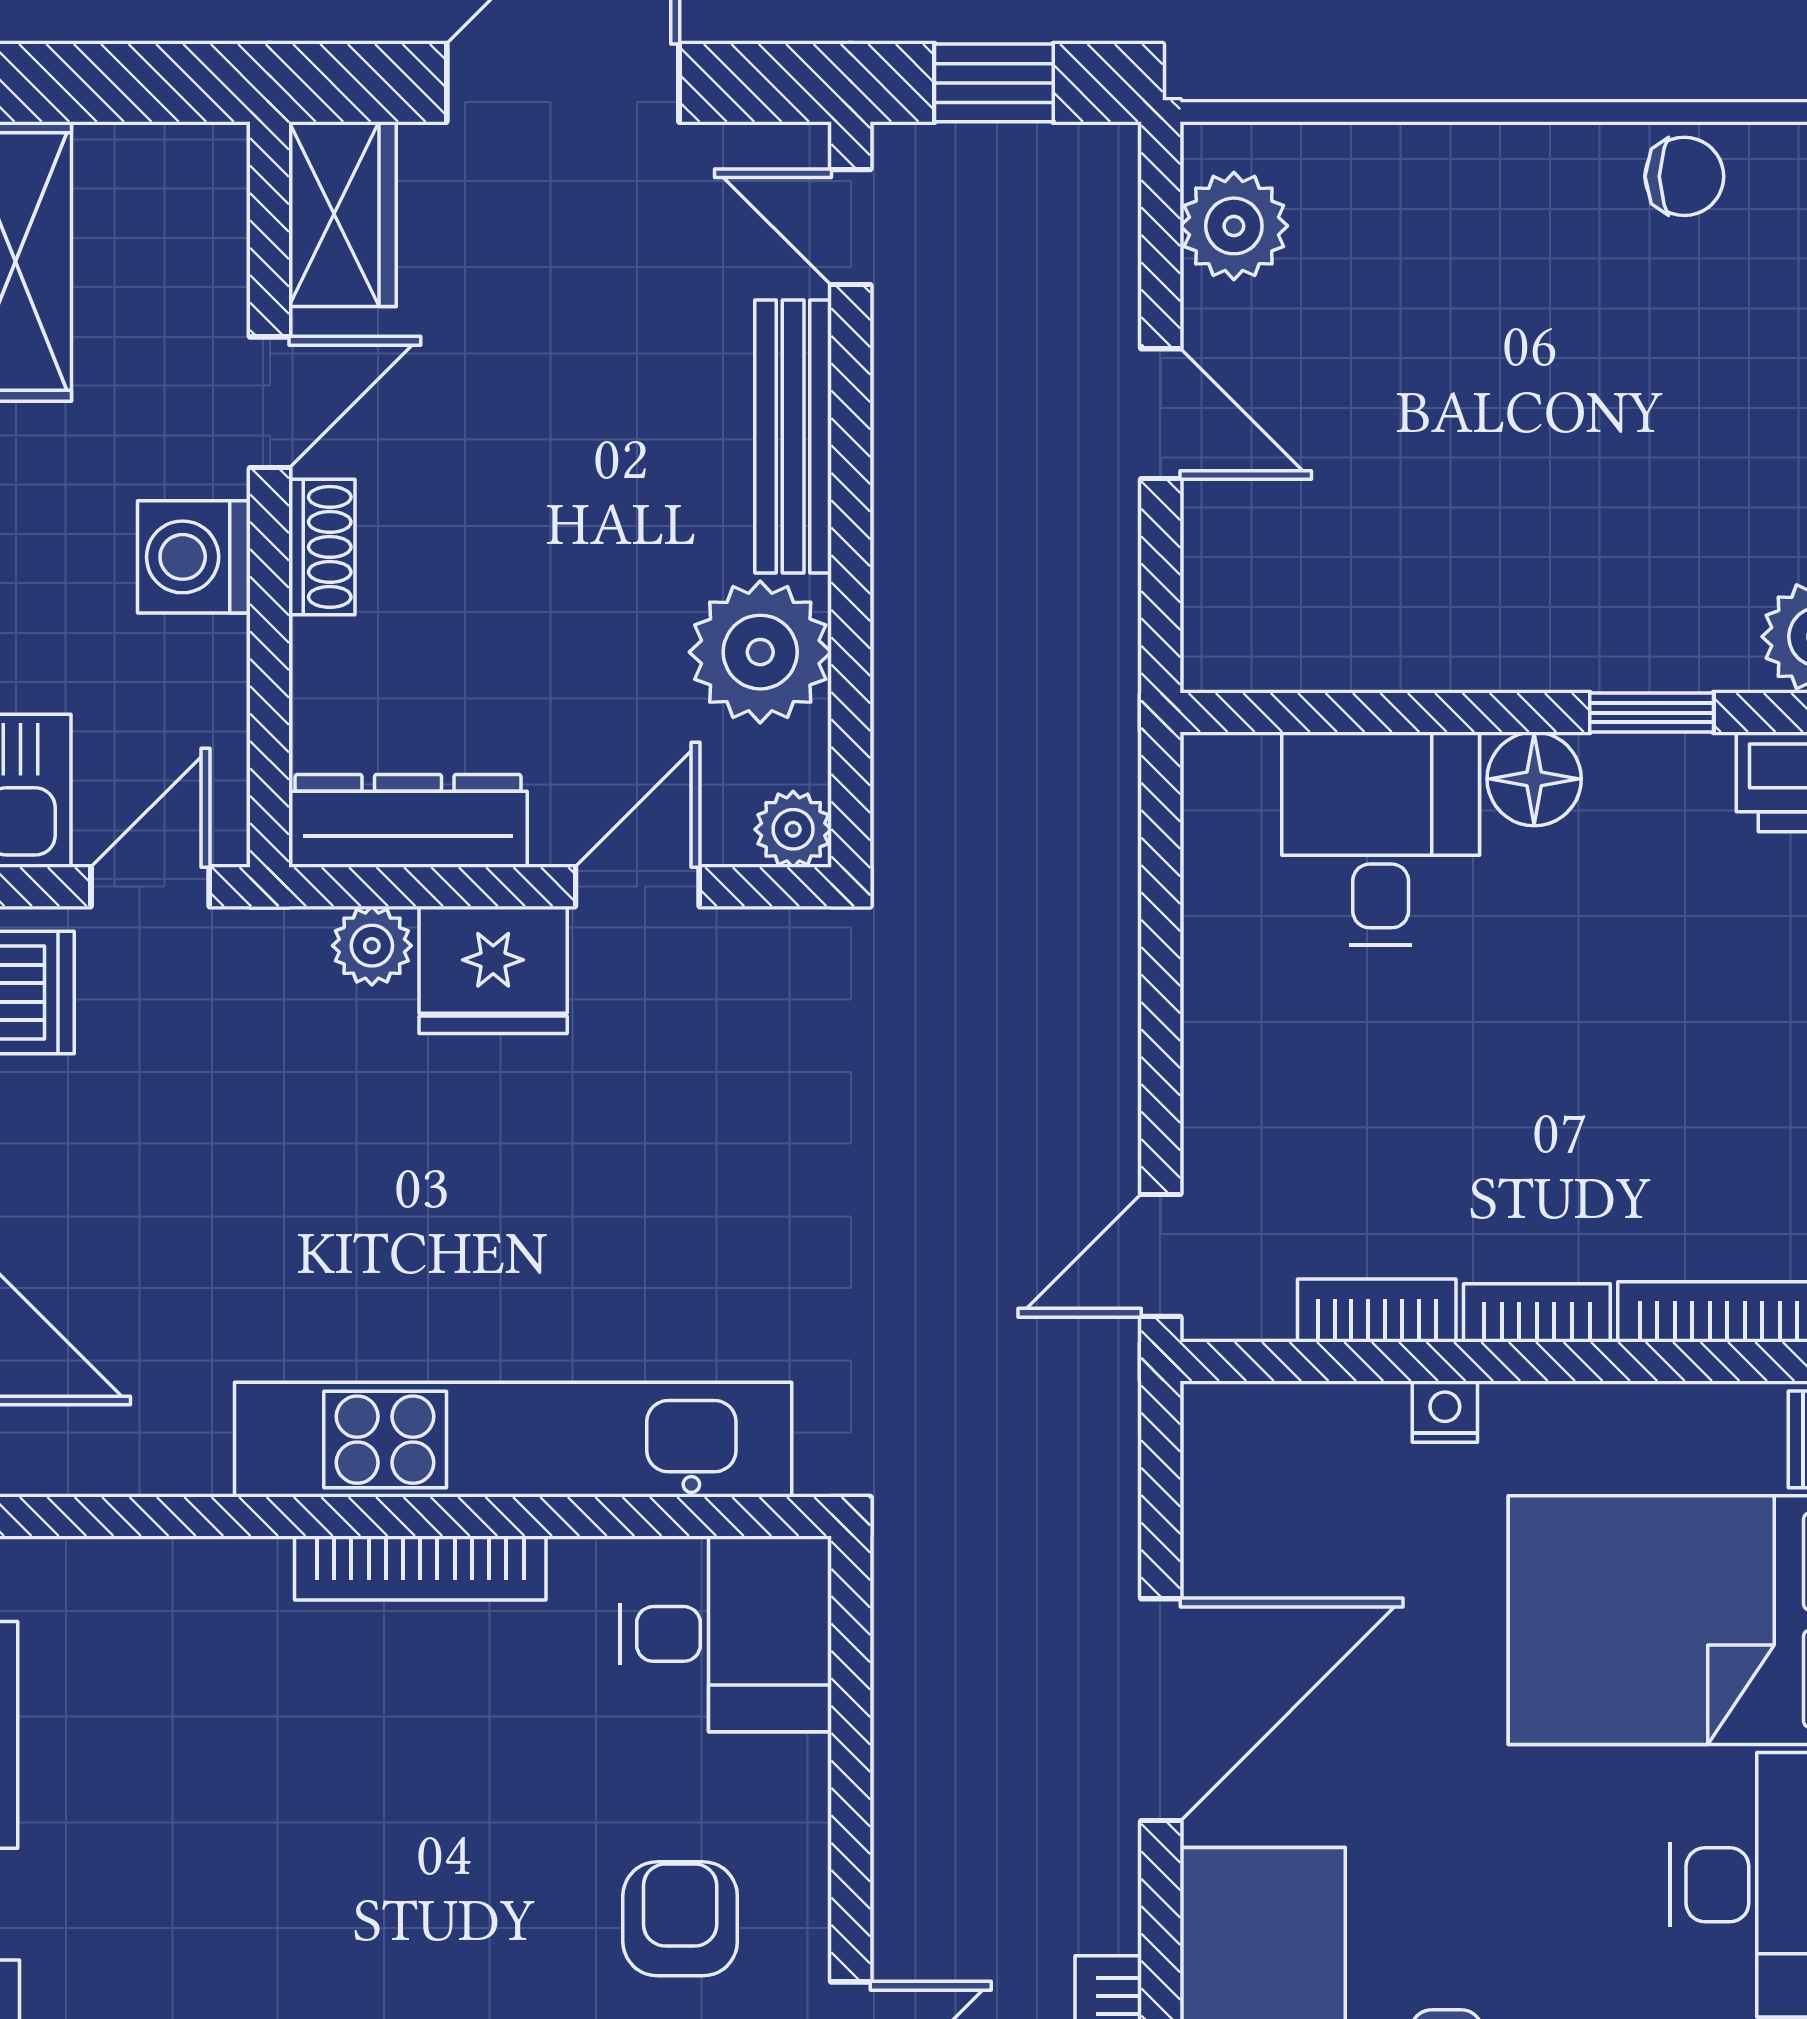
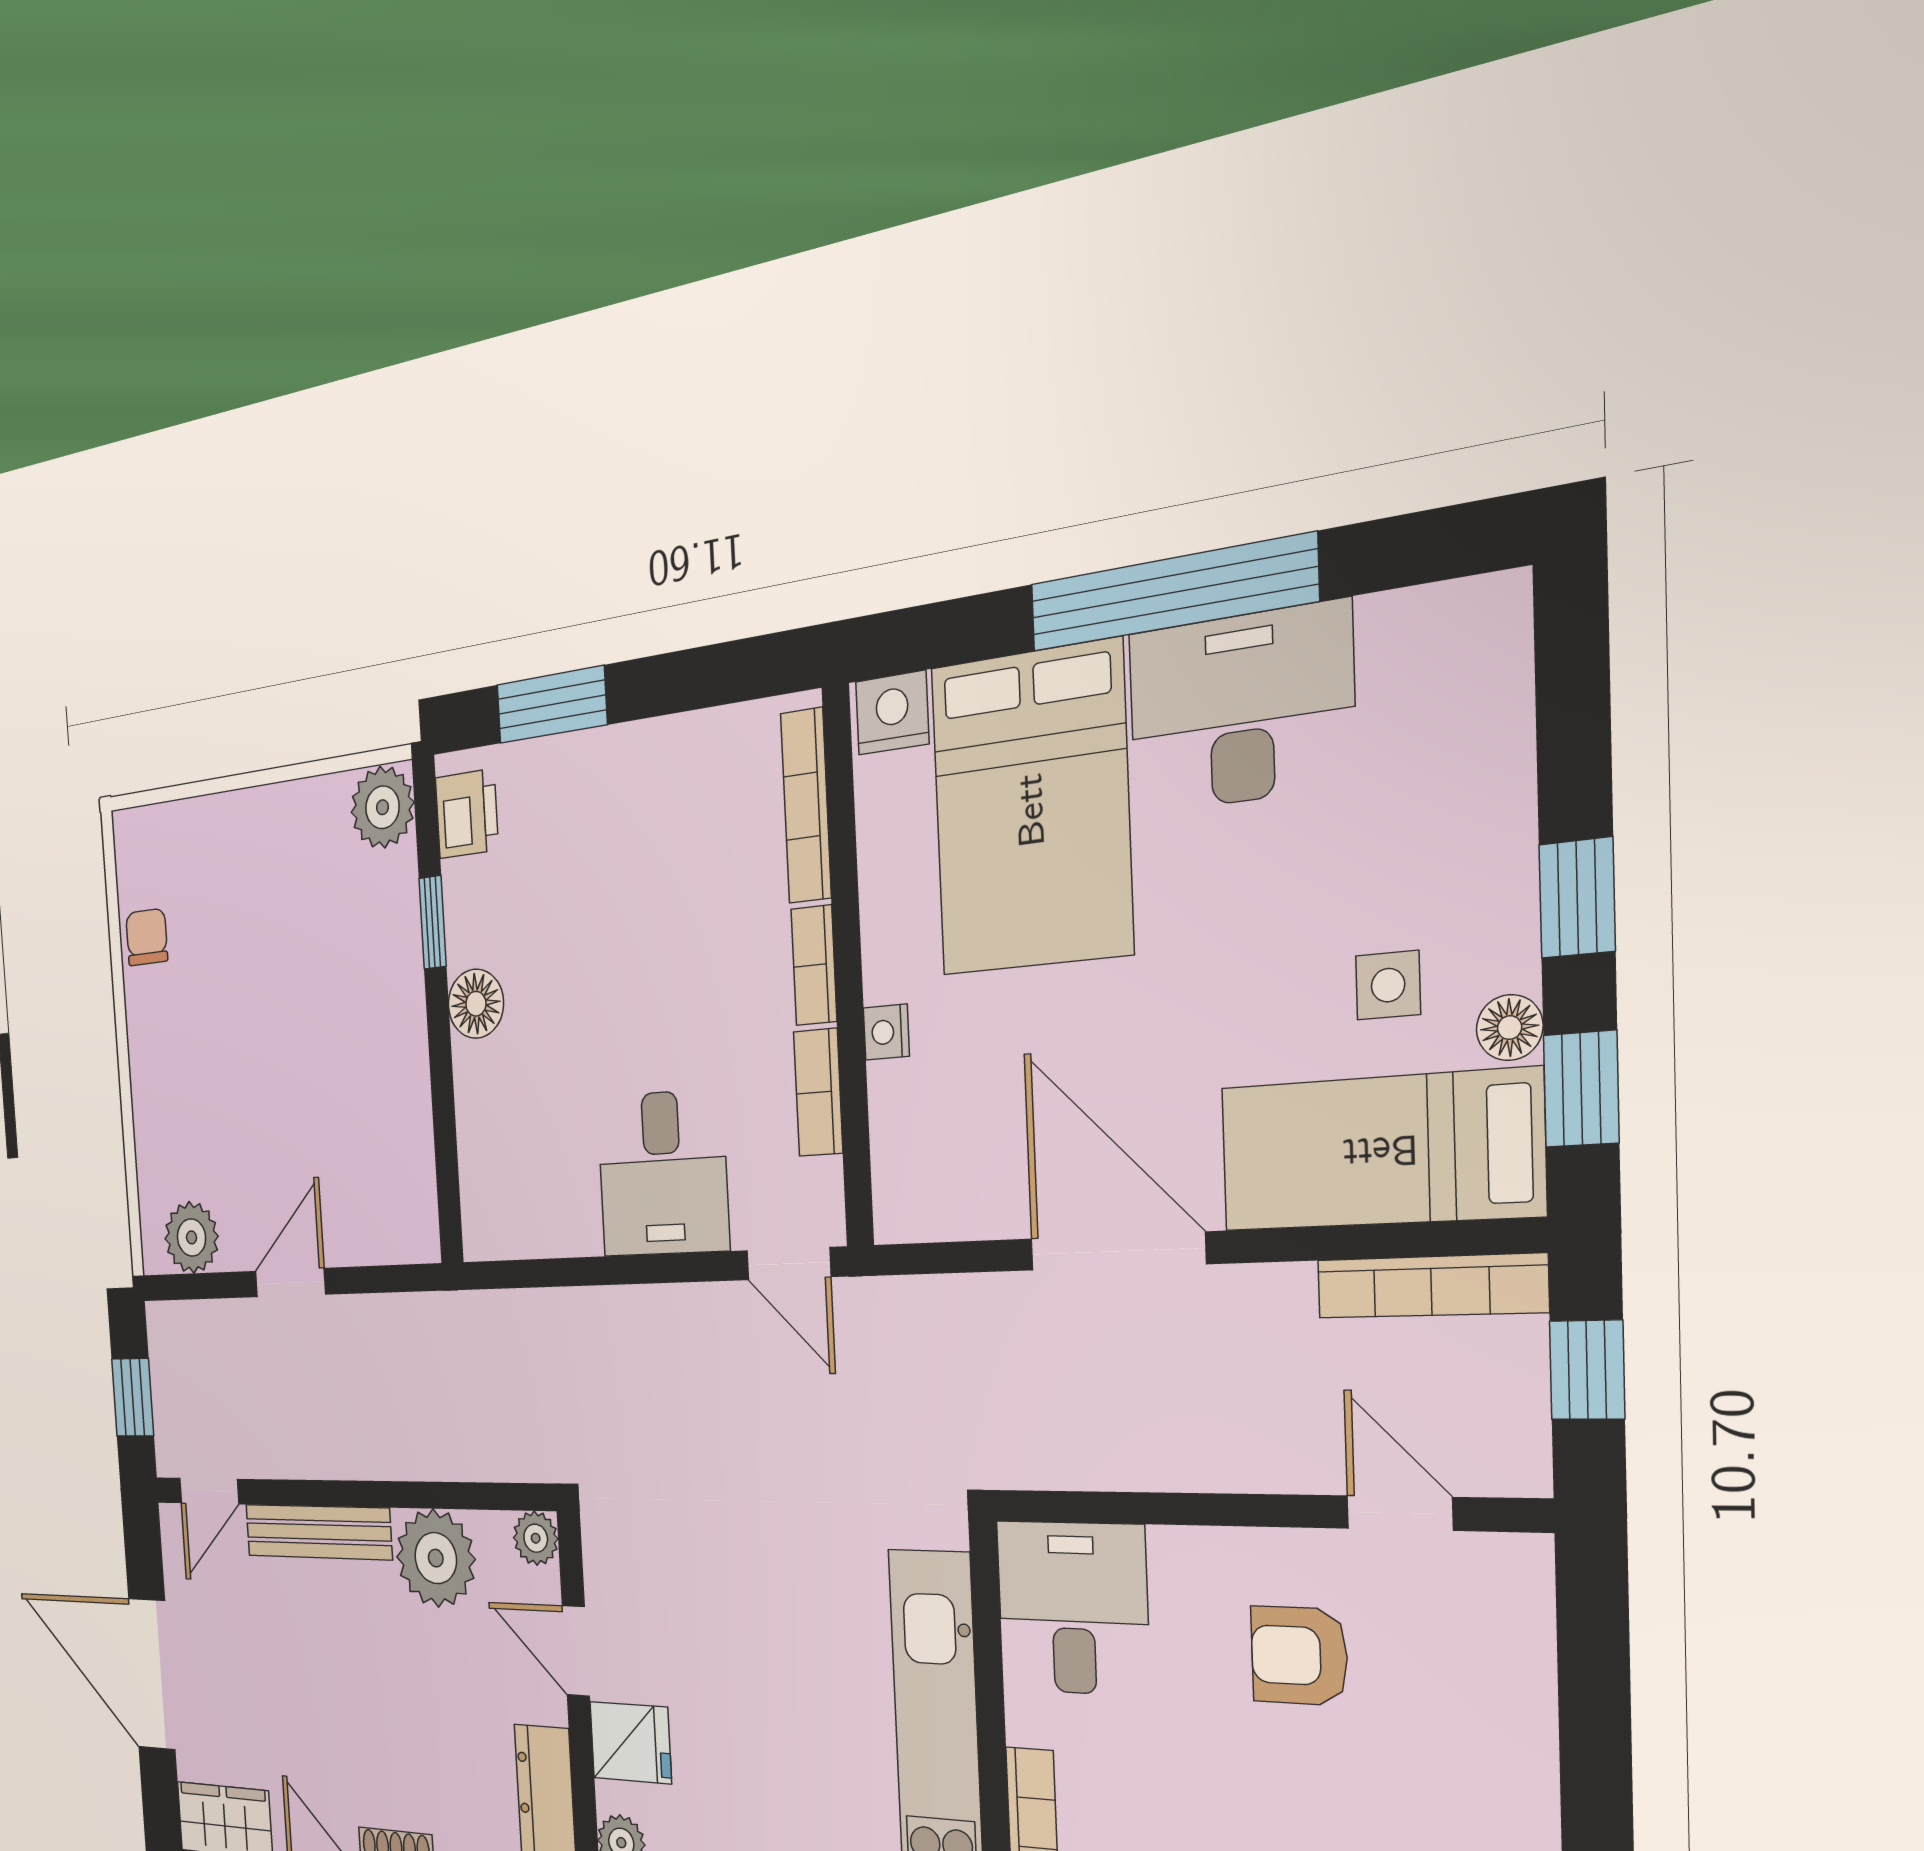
desk: (1381, 838) -> (663, 1173), moved, turned -90
fridge: (493, 970) -> (631, 1743), width x0.72

